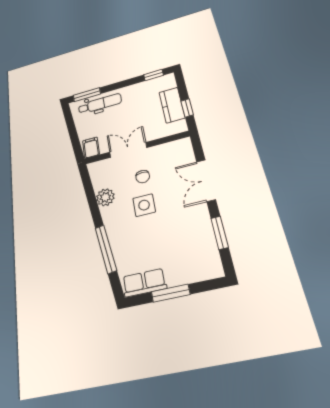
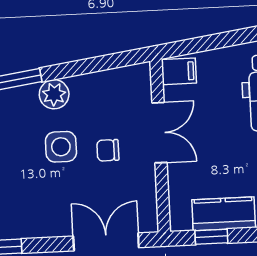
double door: (206, 180) -> (106, 242), moved
plant: (105, 197) -> (54, 94), moved

